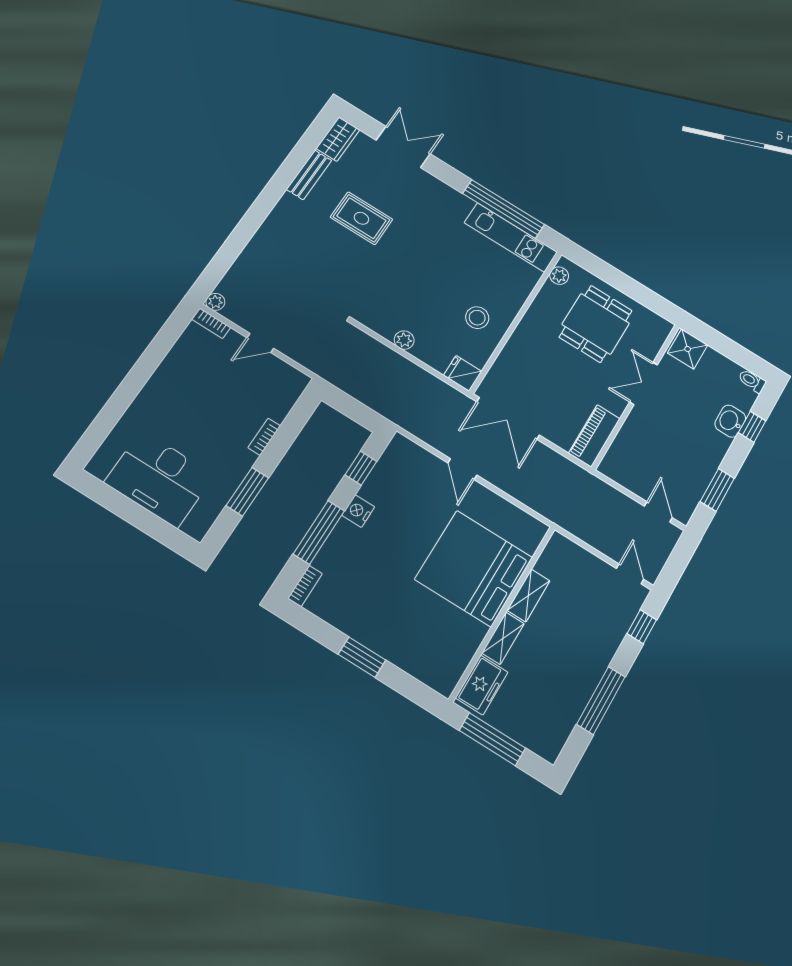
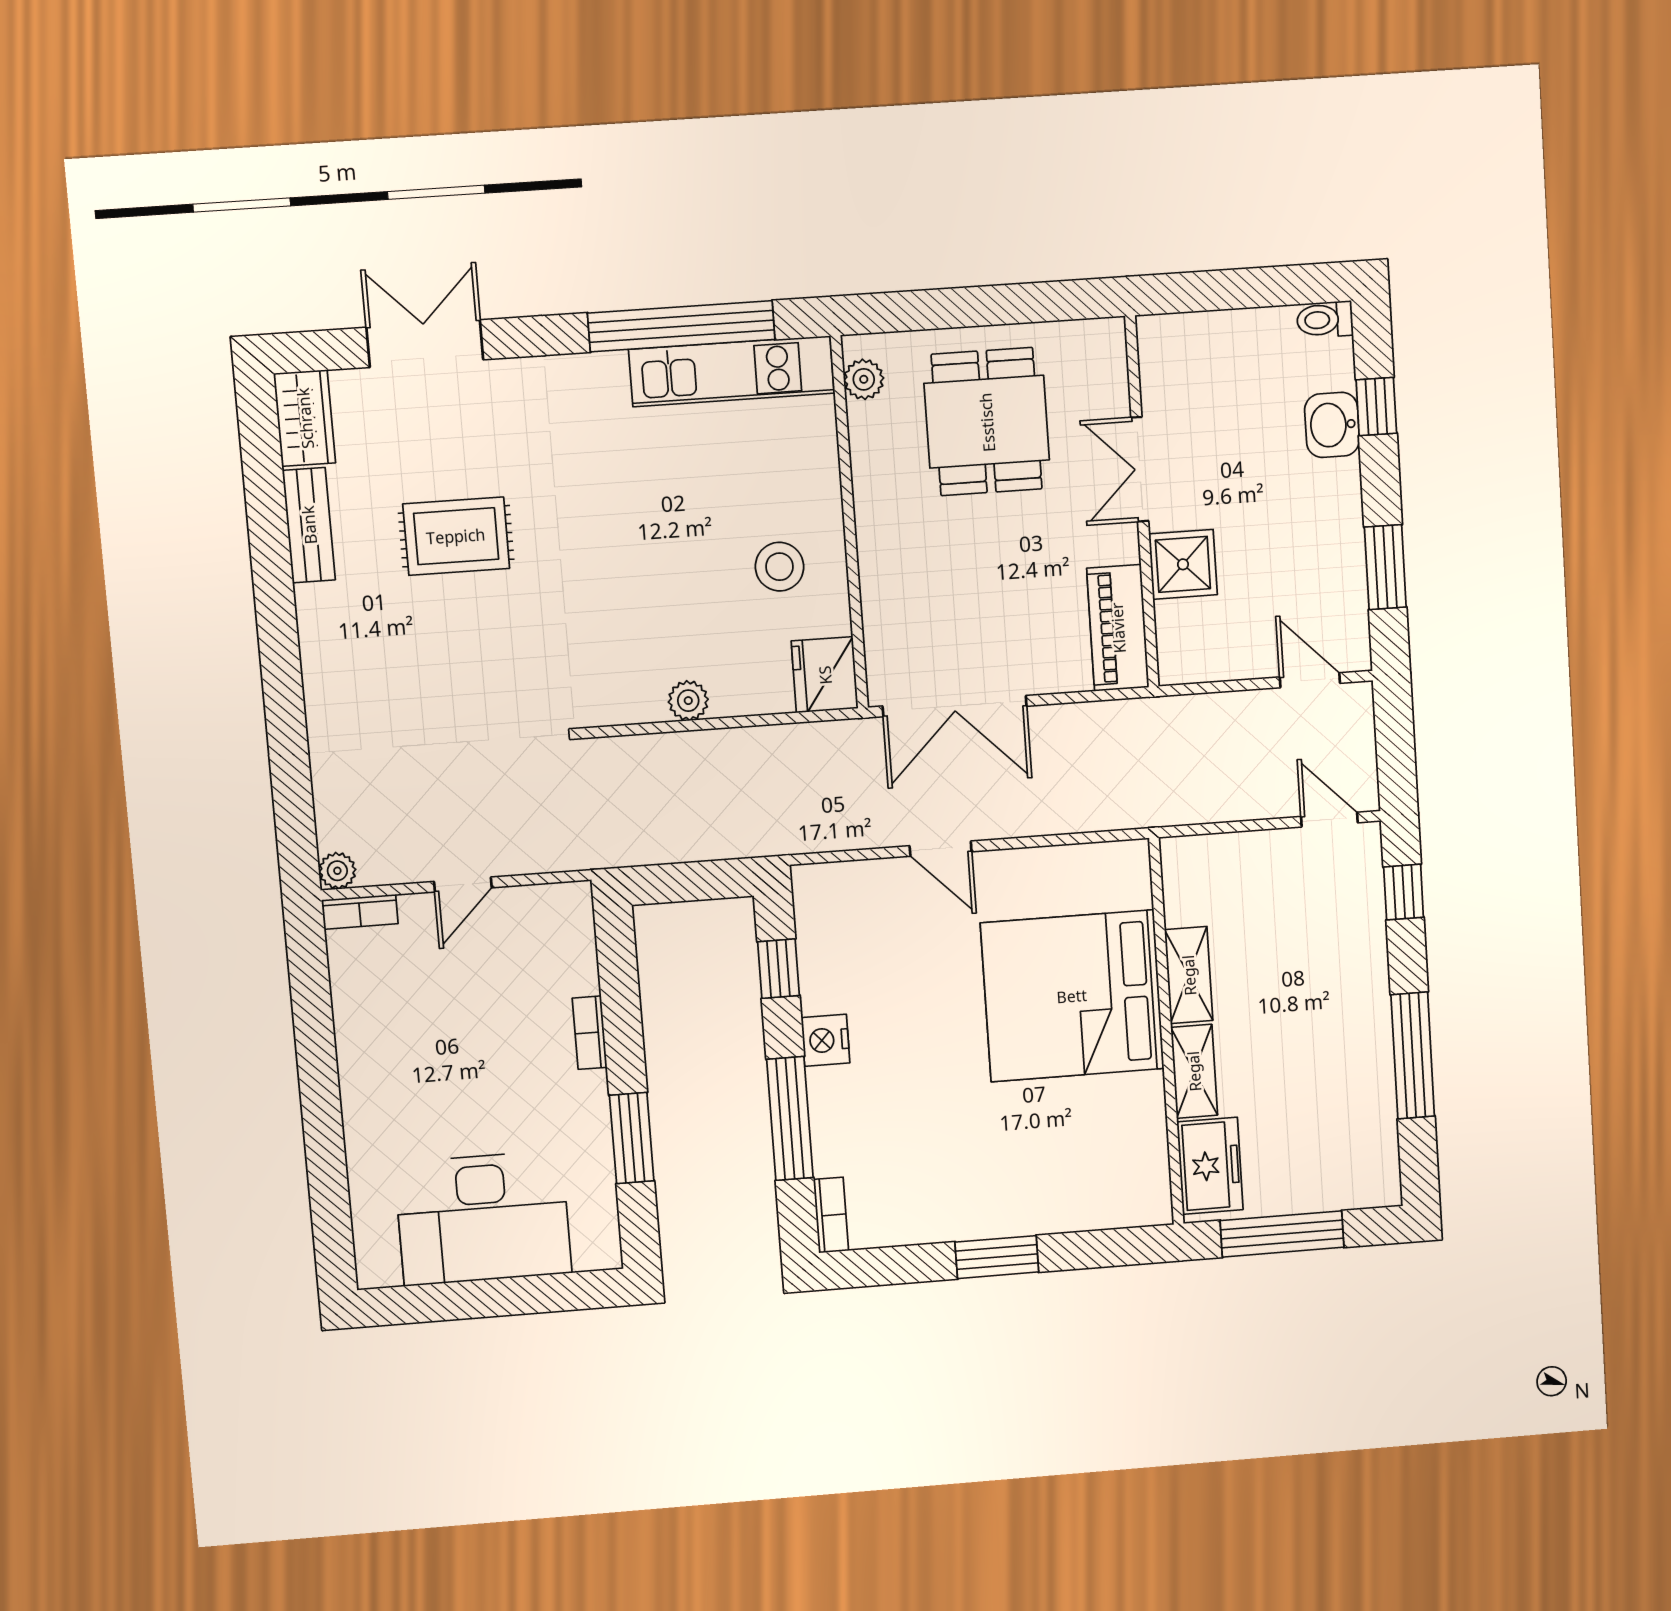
shower: (688, 349) -> (1183, 564), moved
fridge: (463, 373) -> (825, 675), width x1.38

